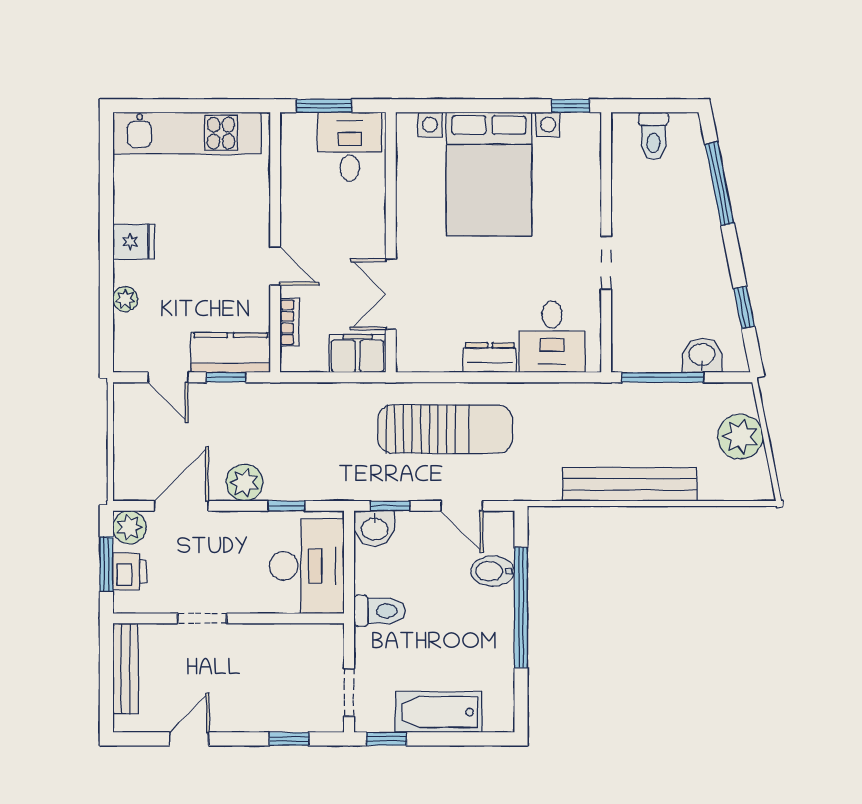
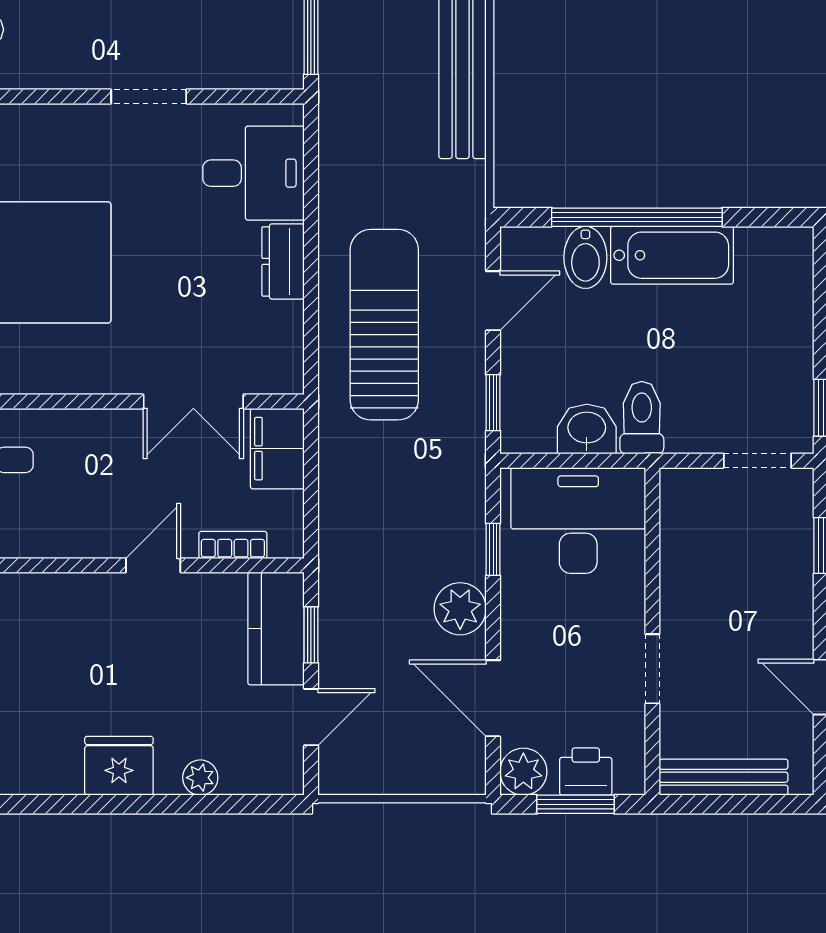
fridge: (134, 242) -> (119, 766), width x1.38
washbasin: (375, 528) -> (587, 429), moved, turned -90
bathtub: (438, 712) -> (672, 255), moved, turned -90

